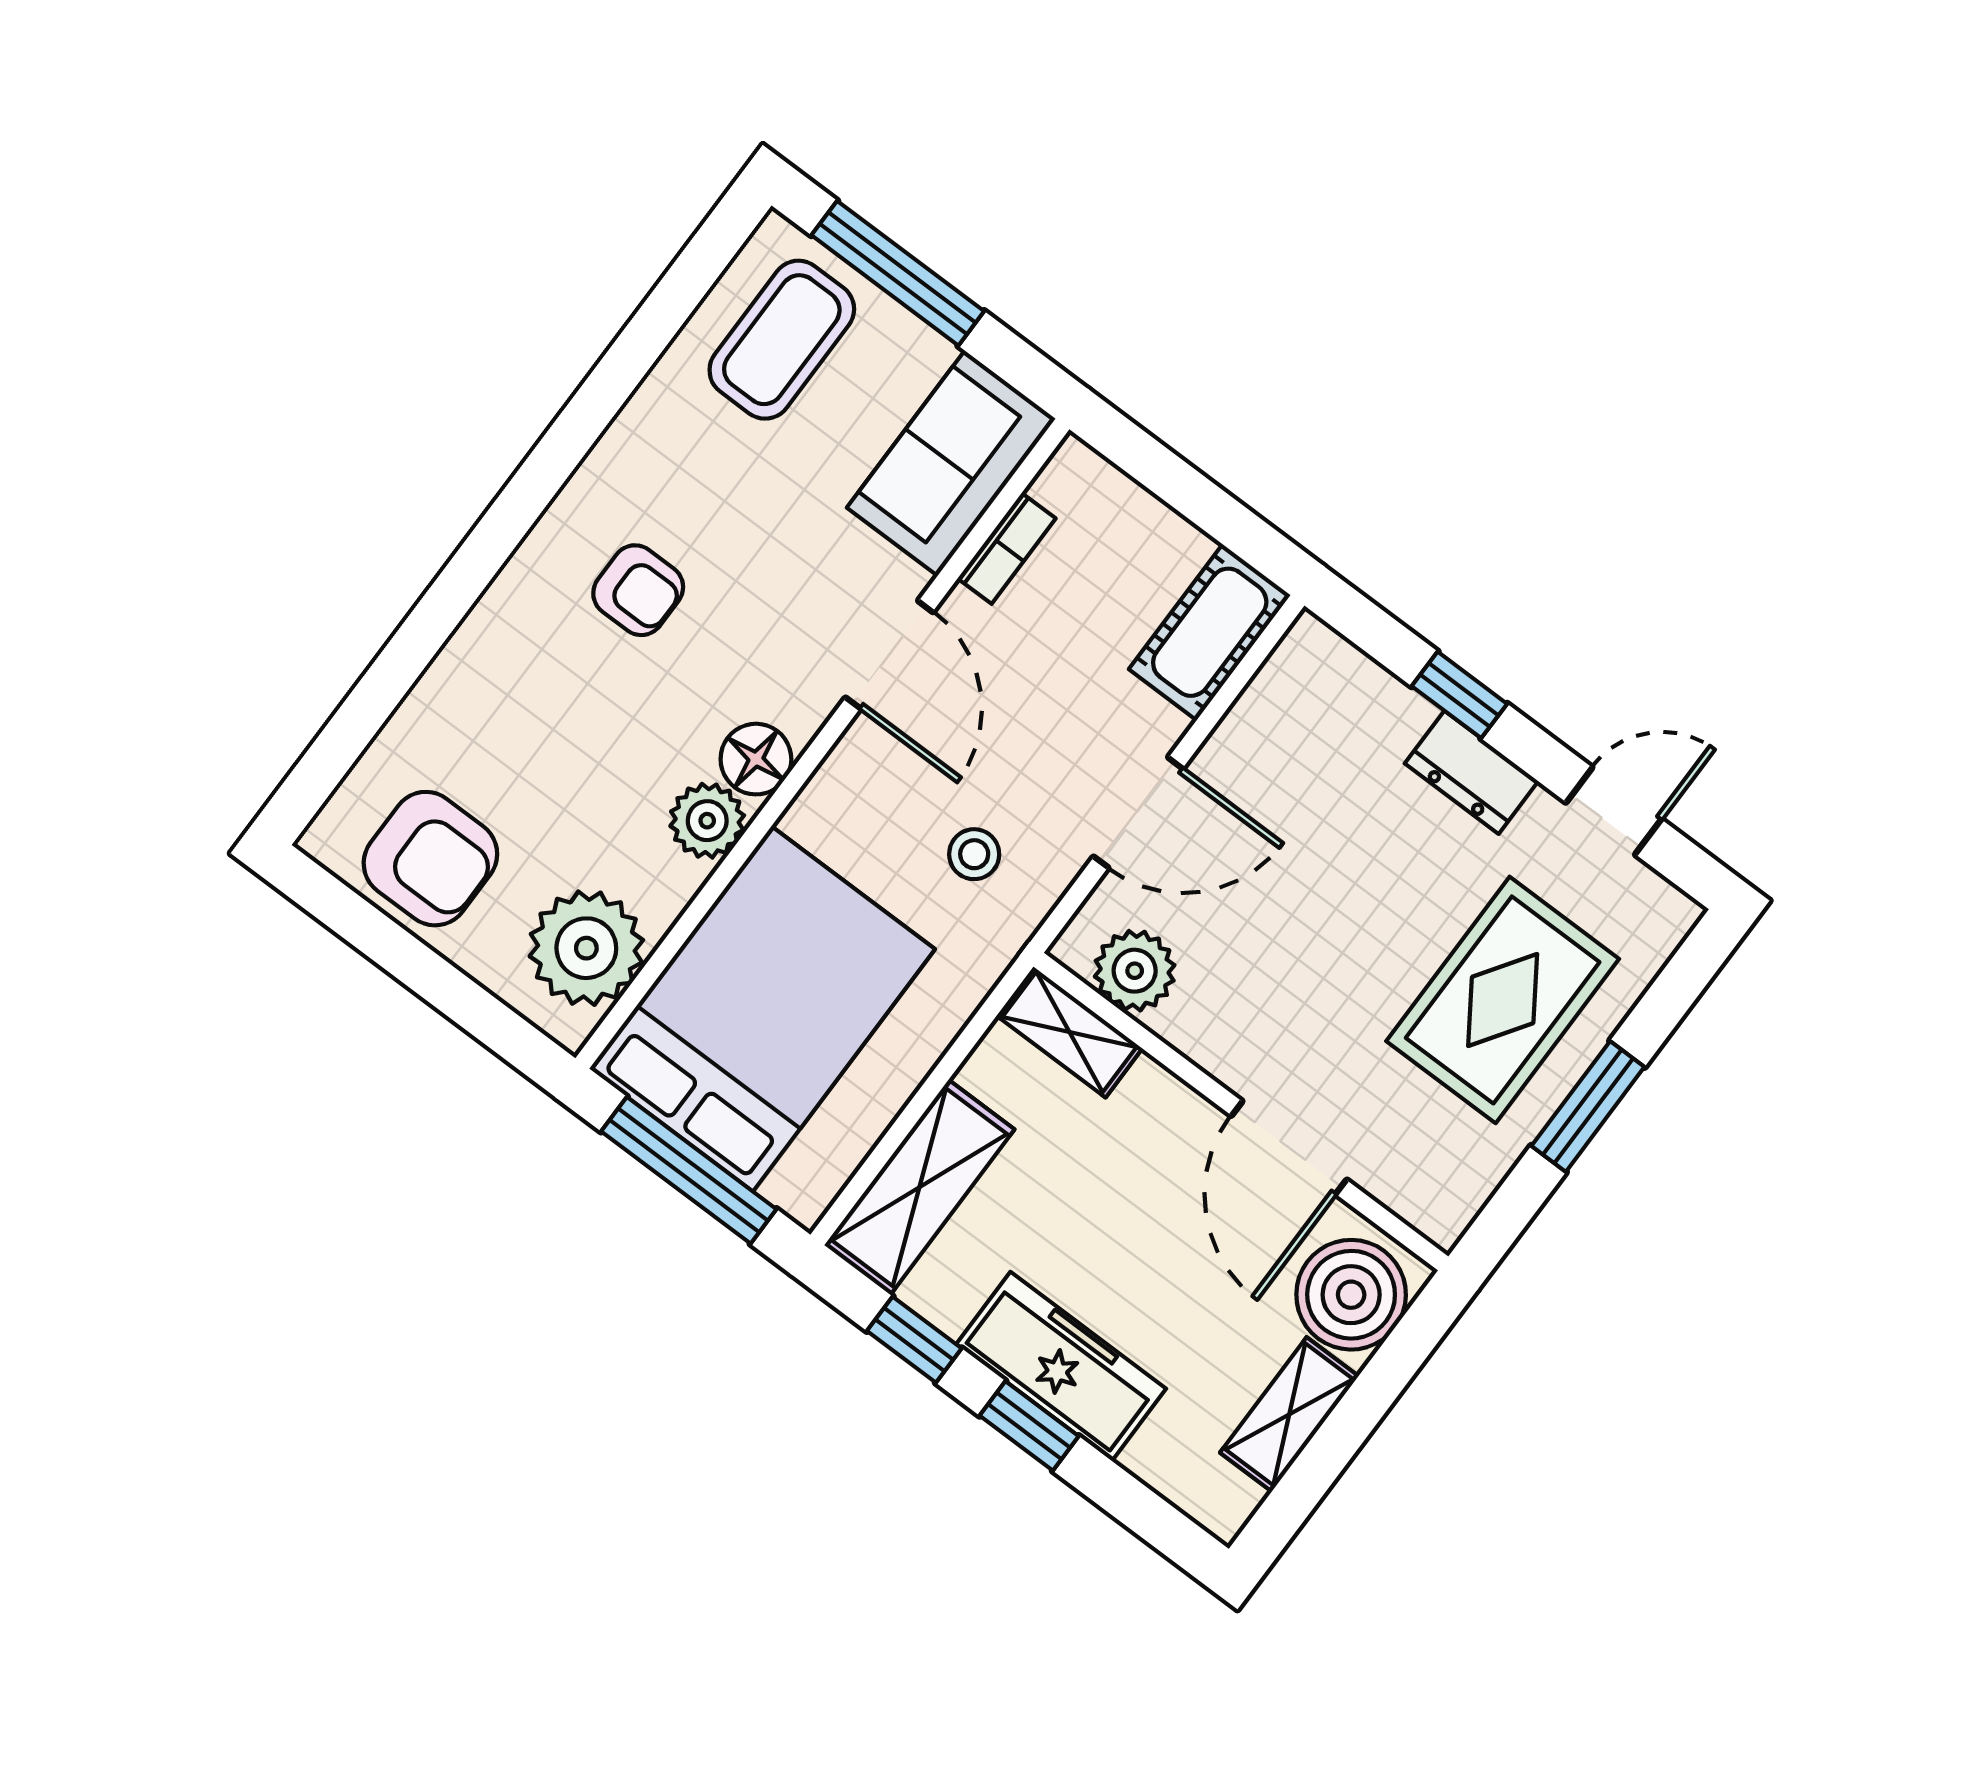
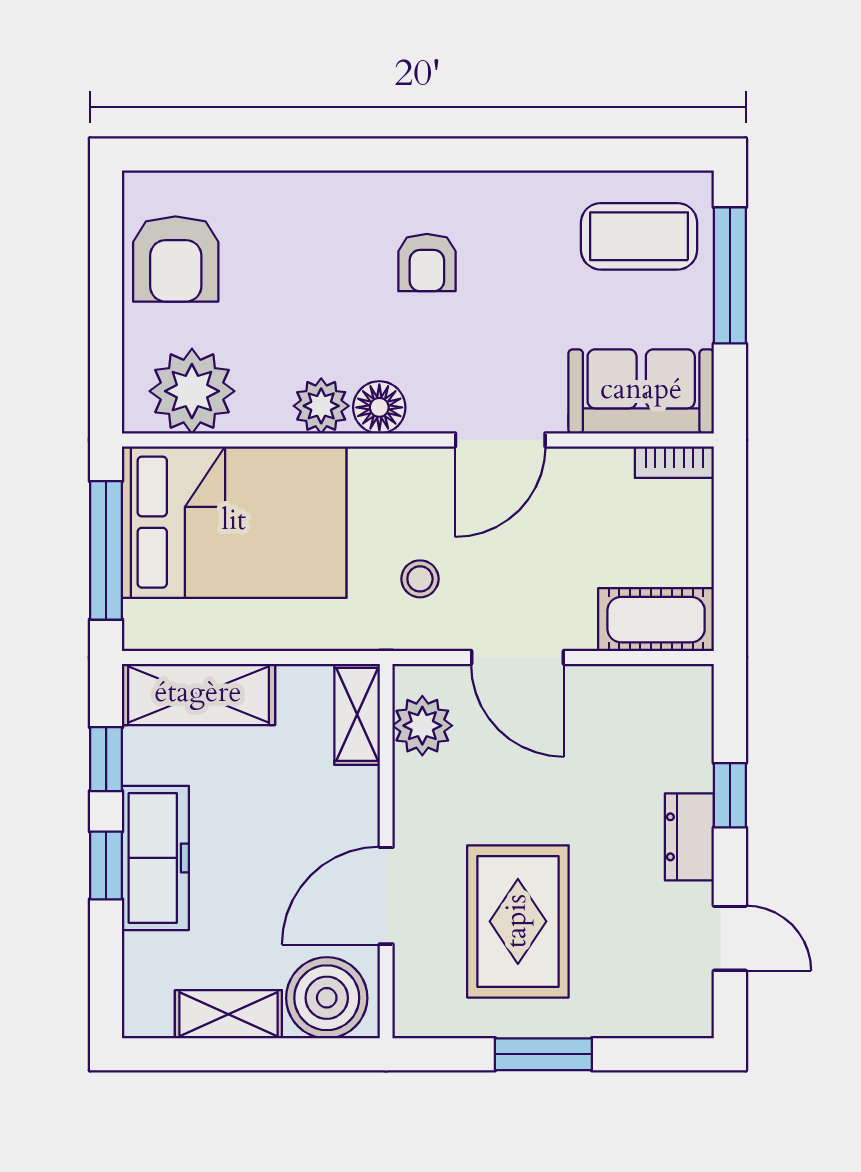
bookcase: (1007, 548) -> (674, 462), moved
rug: (1503, 1000) -> (518, 921), moved, turned 90

